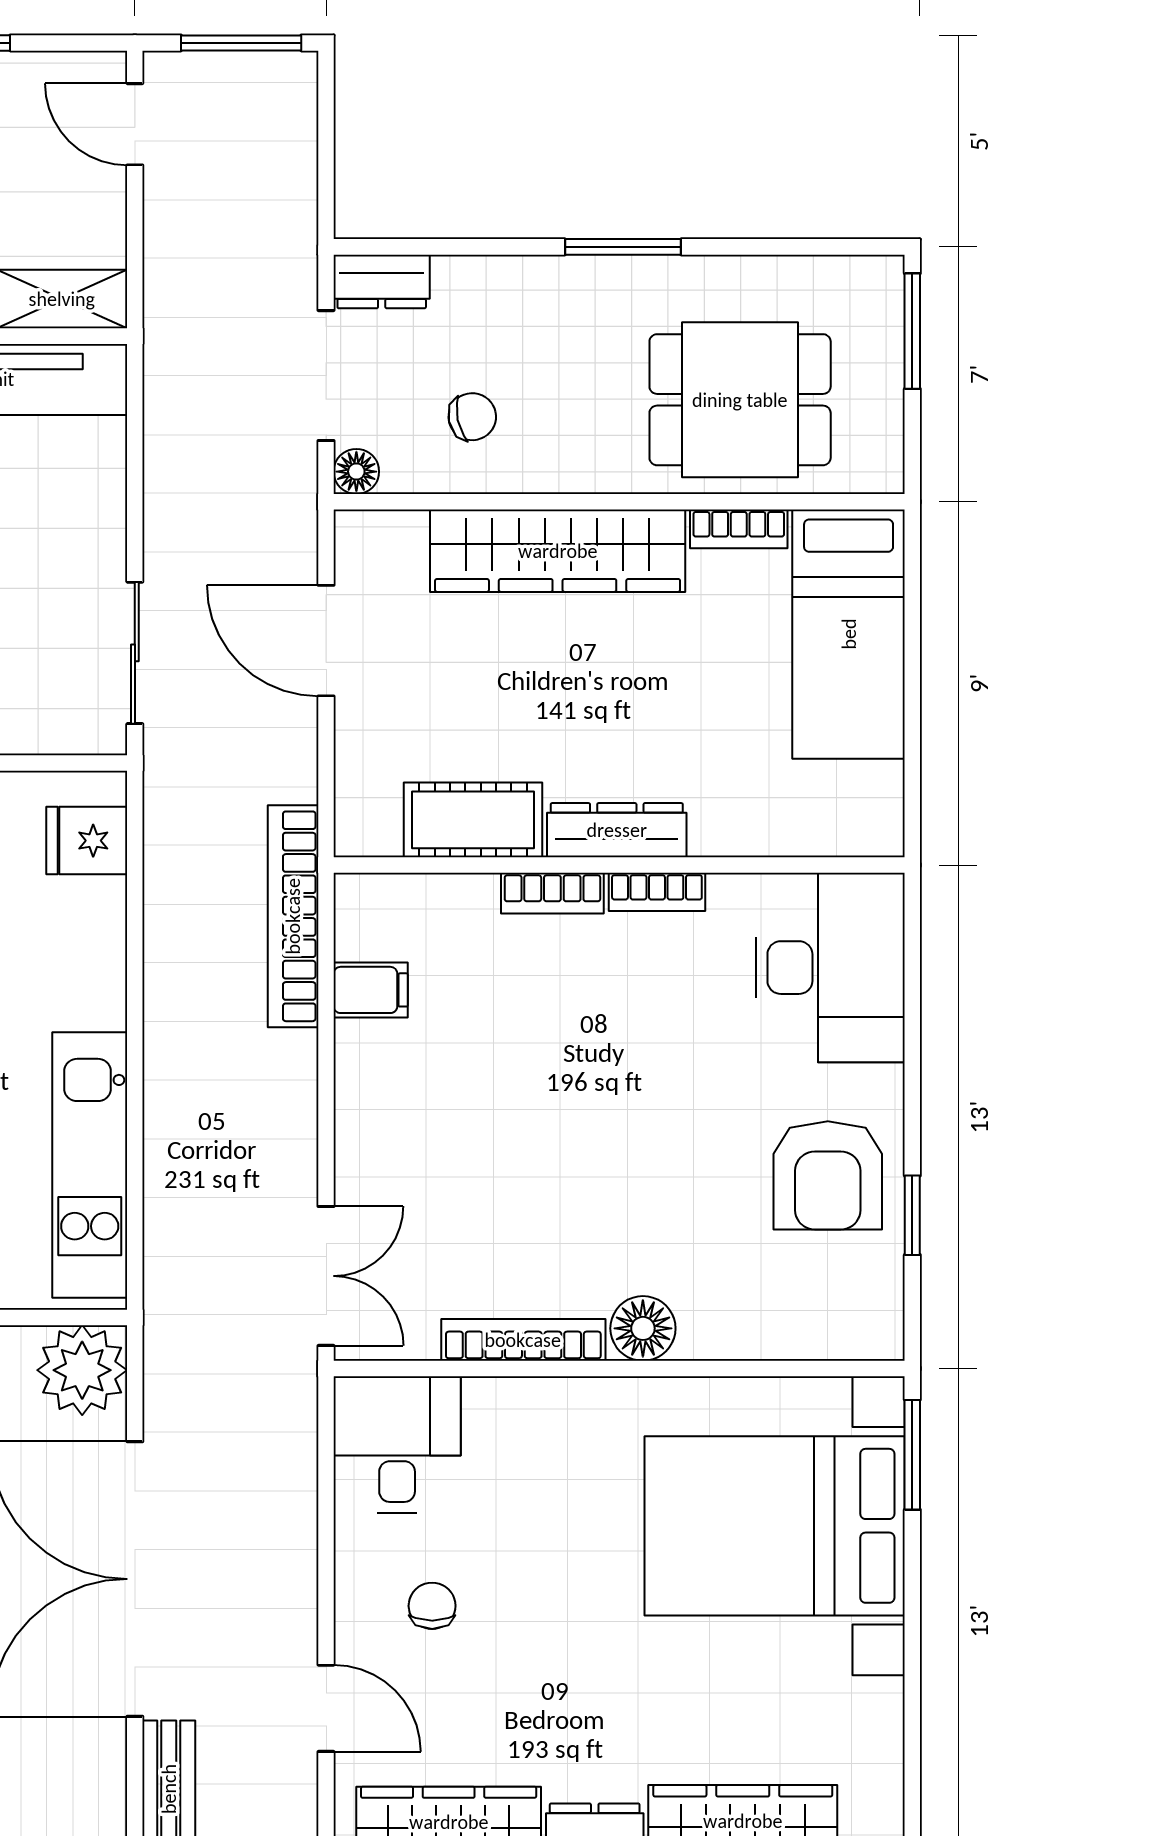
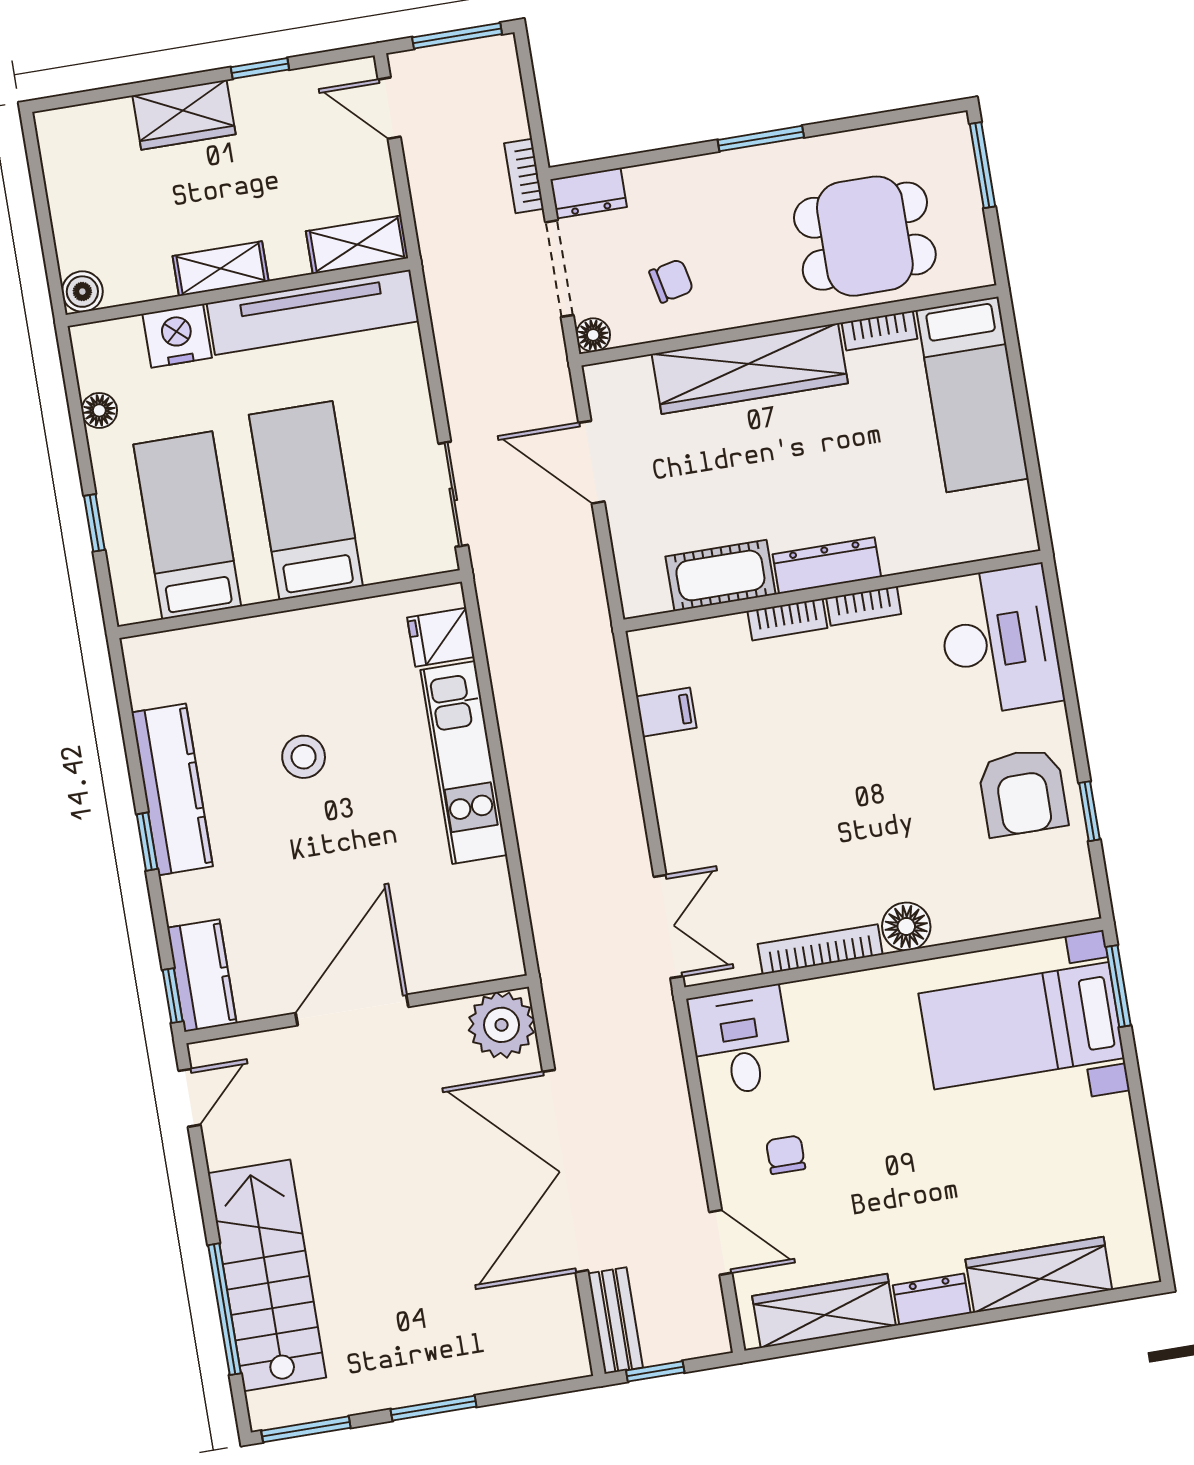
bookcase: (293, 916) -> (524, 176), moved, width x0.43, depth x0.76
kitchen unit: (90, 1165) -> (464, 763), moved
bed with nightstands: (775, 1526) -> (1022, 1026), width x0.73

